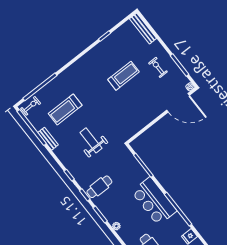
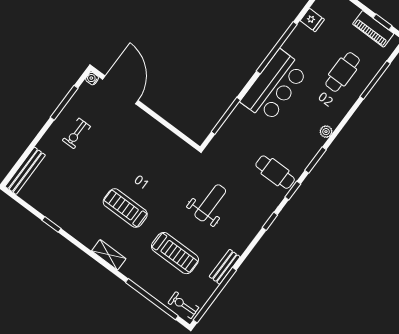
shelving: (75, 67) -> (109, 255), added
treadmill: (123, 76) -> (125, 208), moved
weight bench: (91, 140) -> (210, 203), turned 180

